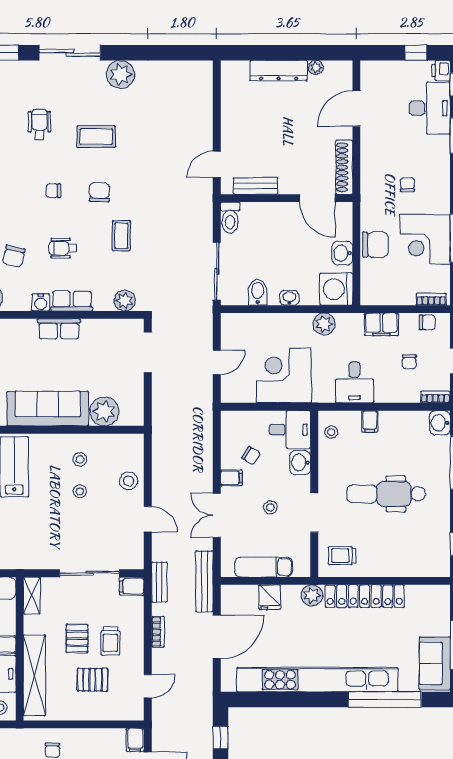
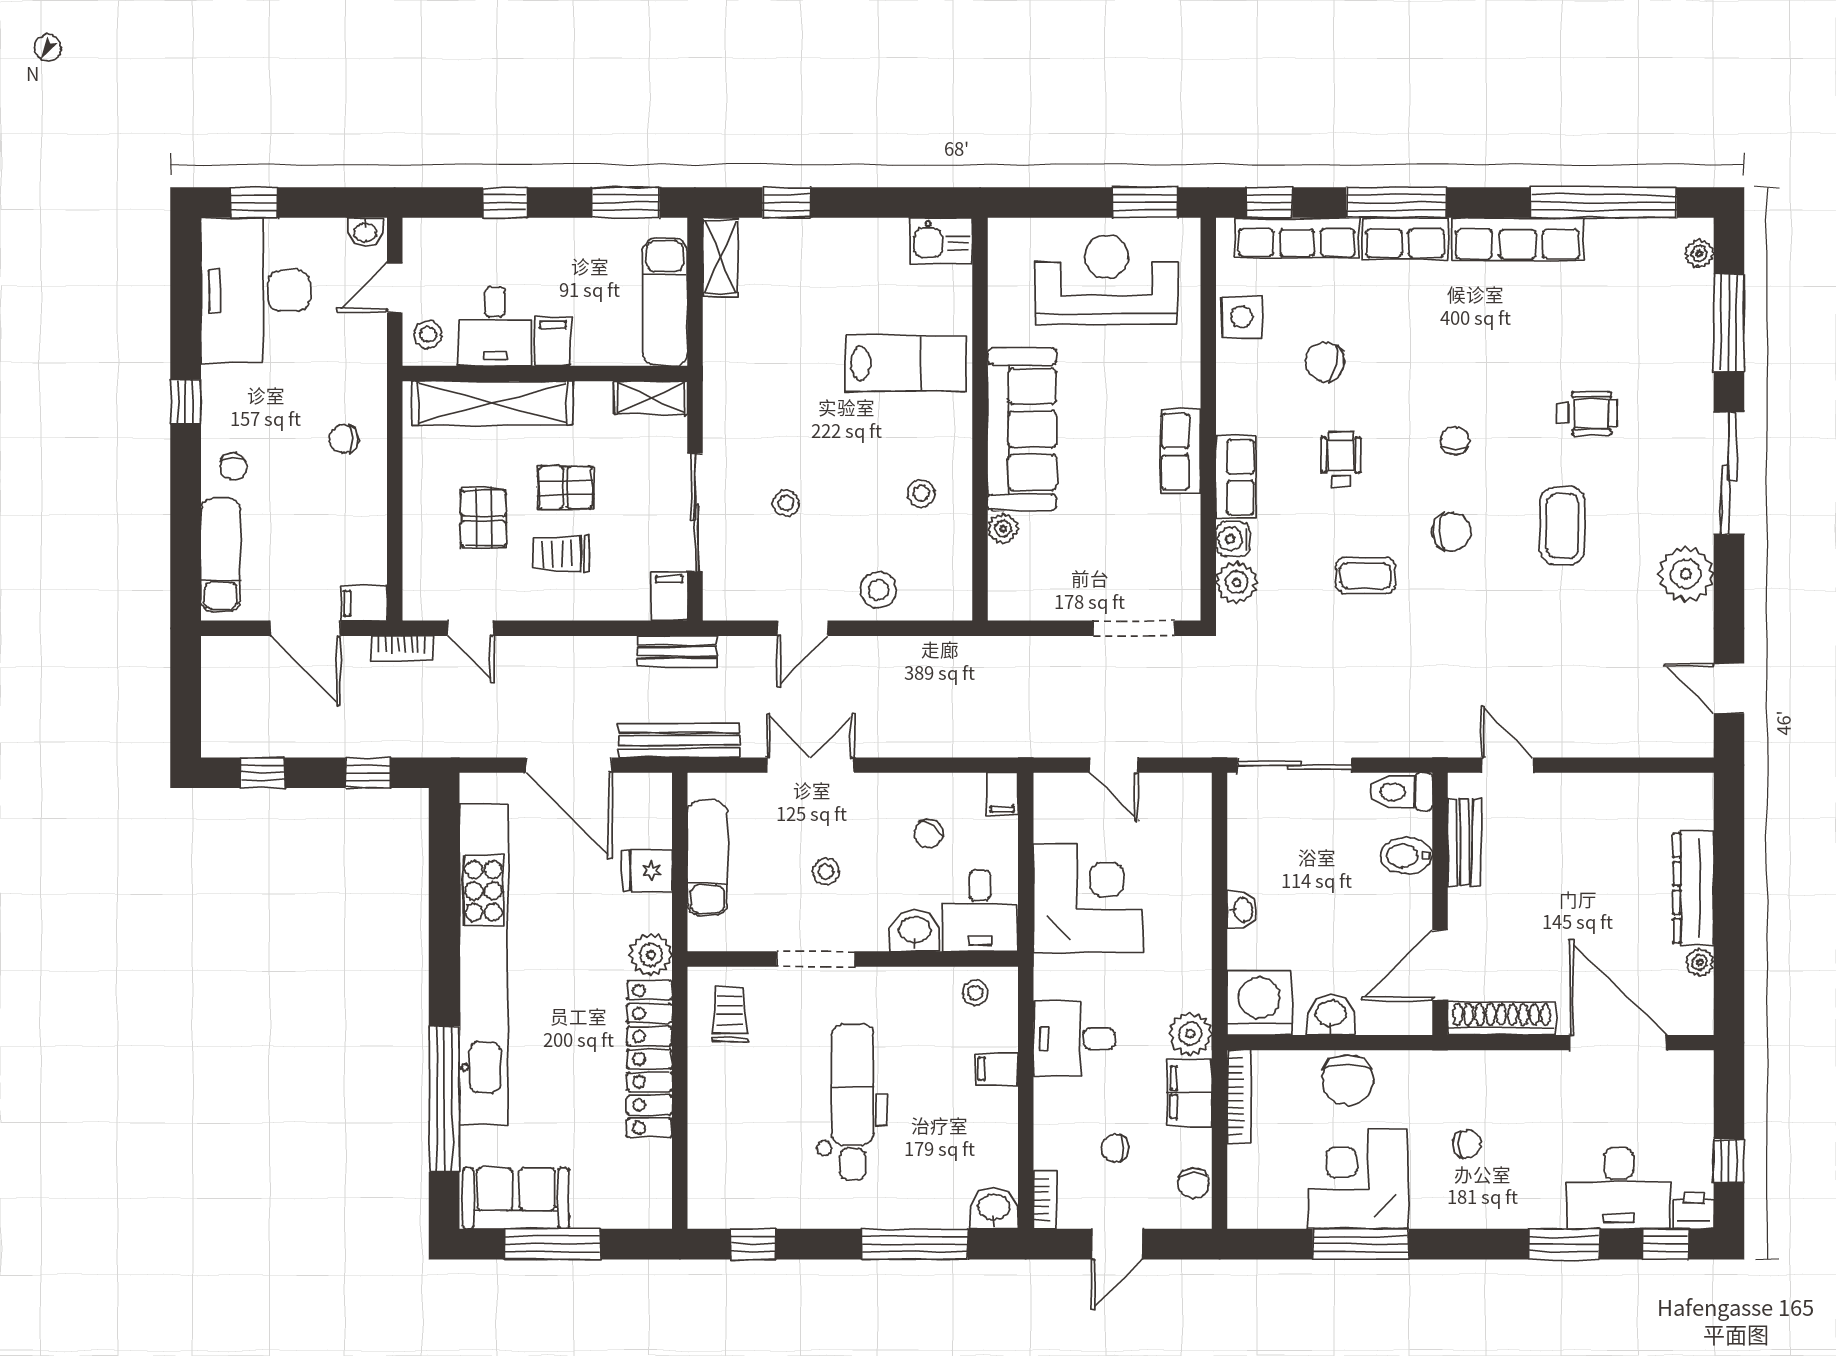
door: (178, 53) -> (1729, 688), added
door: (356, 109) -> (1618, 1043), width x1.36
bidet: (258, 292) -> (1406, 856), moved, turned 180
bookcase: (431, 299) -> (1239, 1097), moved, width x1.56
water cooler: (41, 302) -> (1233, 539), moved
plant: (324, 324) -> (1190, 1034), moved
plant: (104, 411) -> (1003, 529), width x0.53, depth x0.53
filing cabinet: (231, 478) -> (1002, 794), moved
stool: (80, 491) -> (786, 503), moved
bookcase: (158, 632) -> (402, 648), moved

